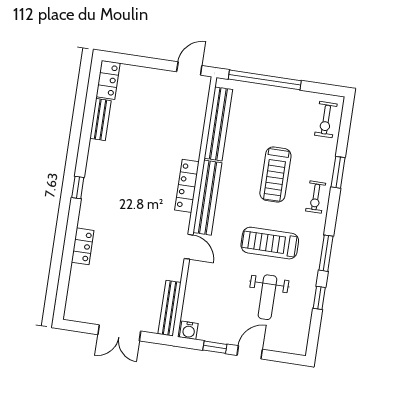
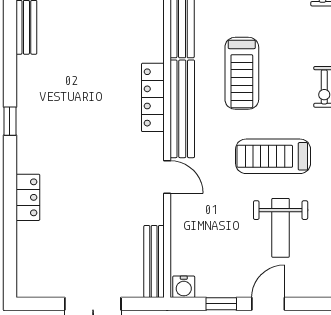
treadmill: (275, 174) -> (242, 73), moved

